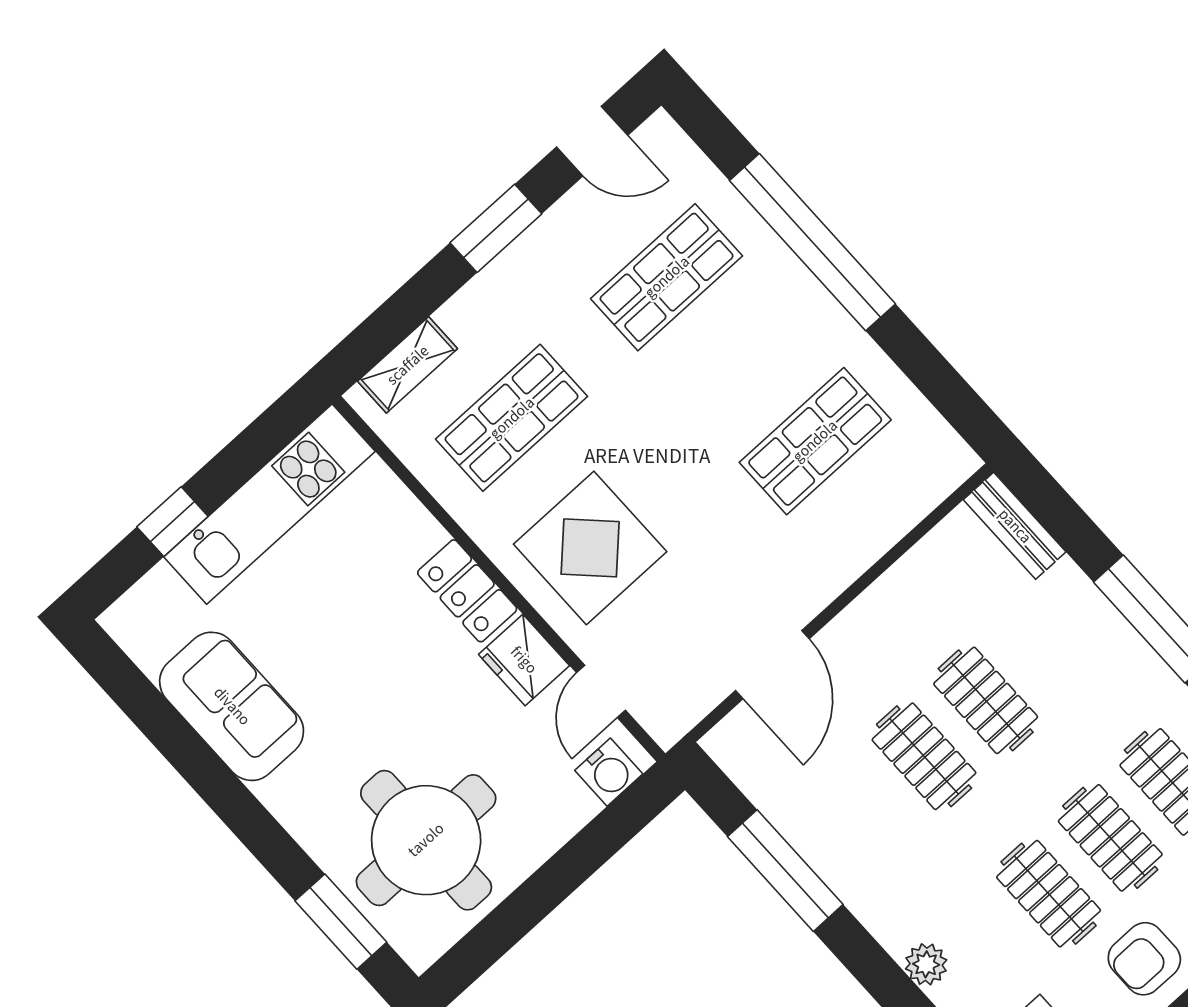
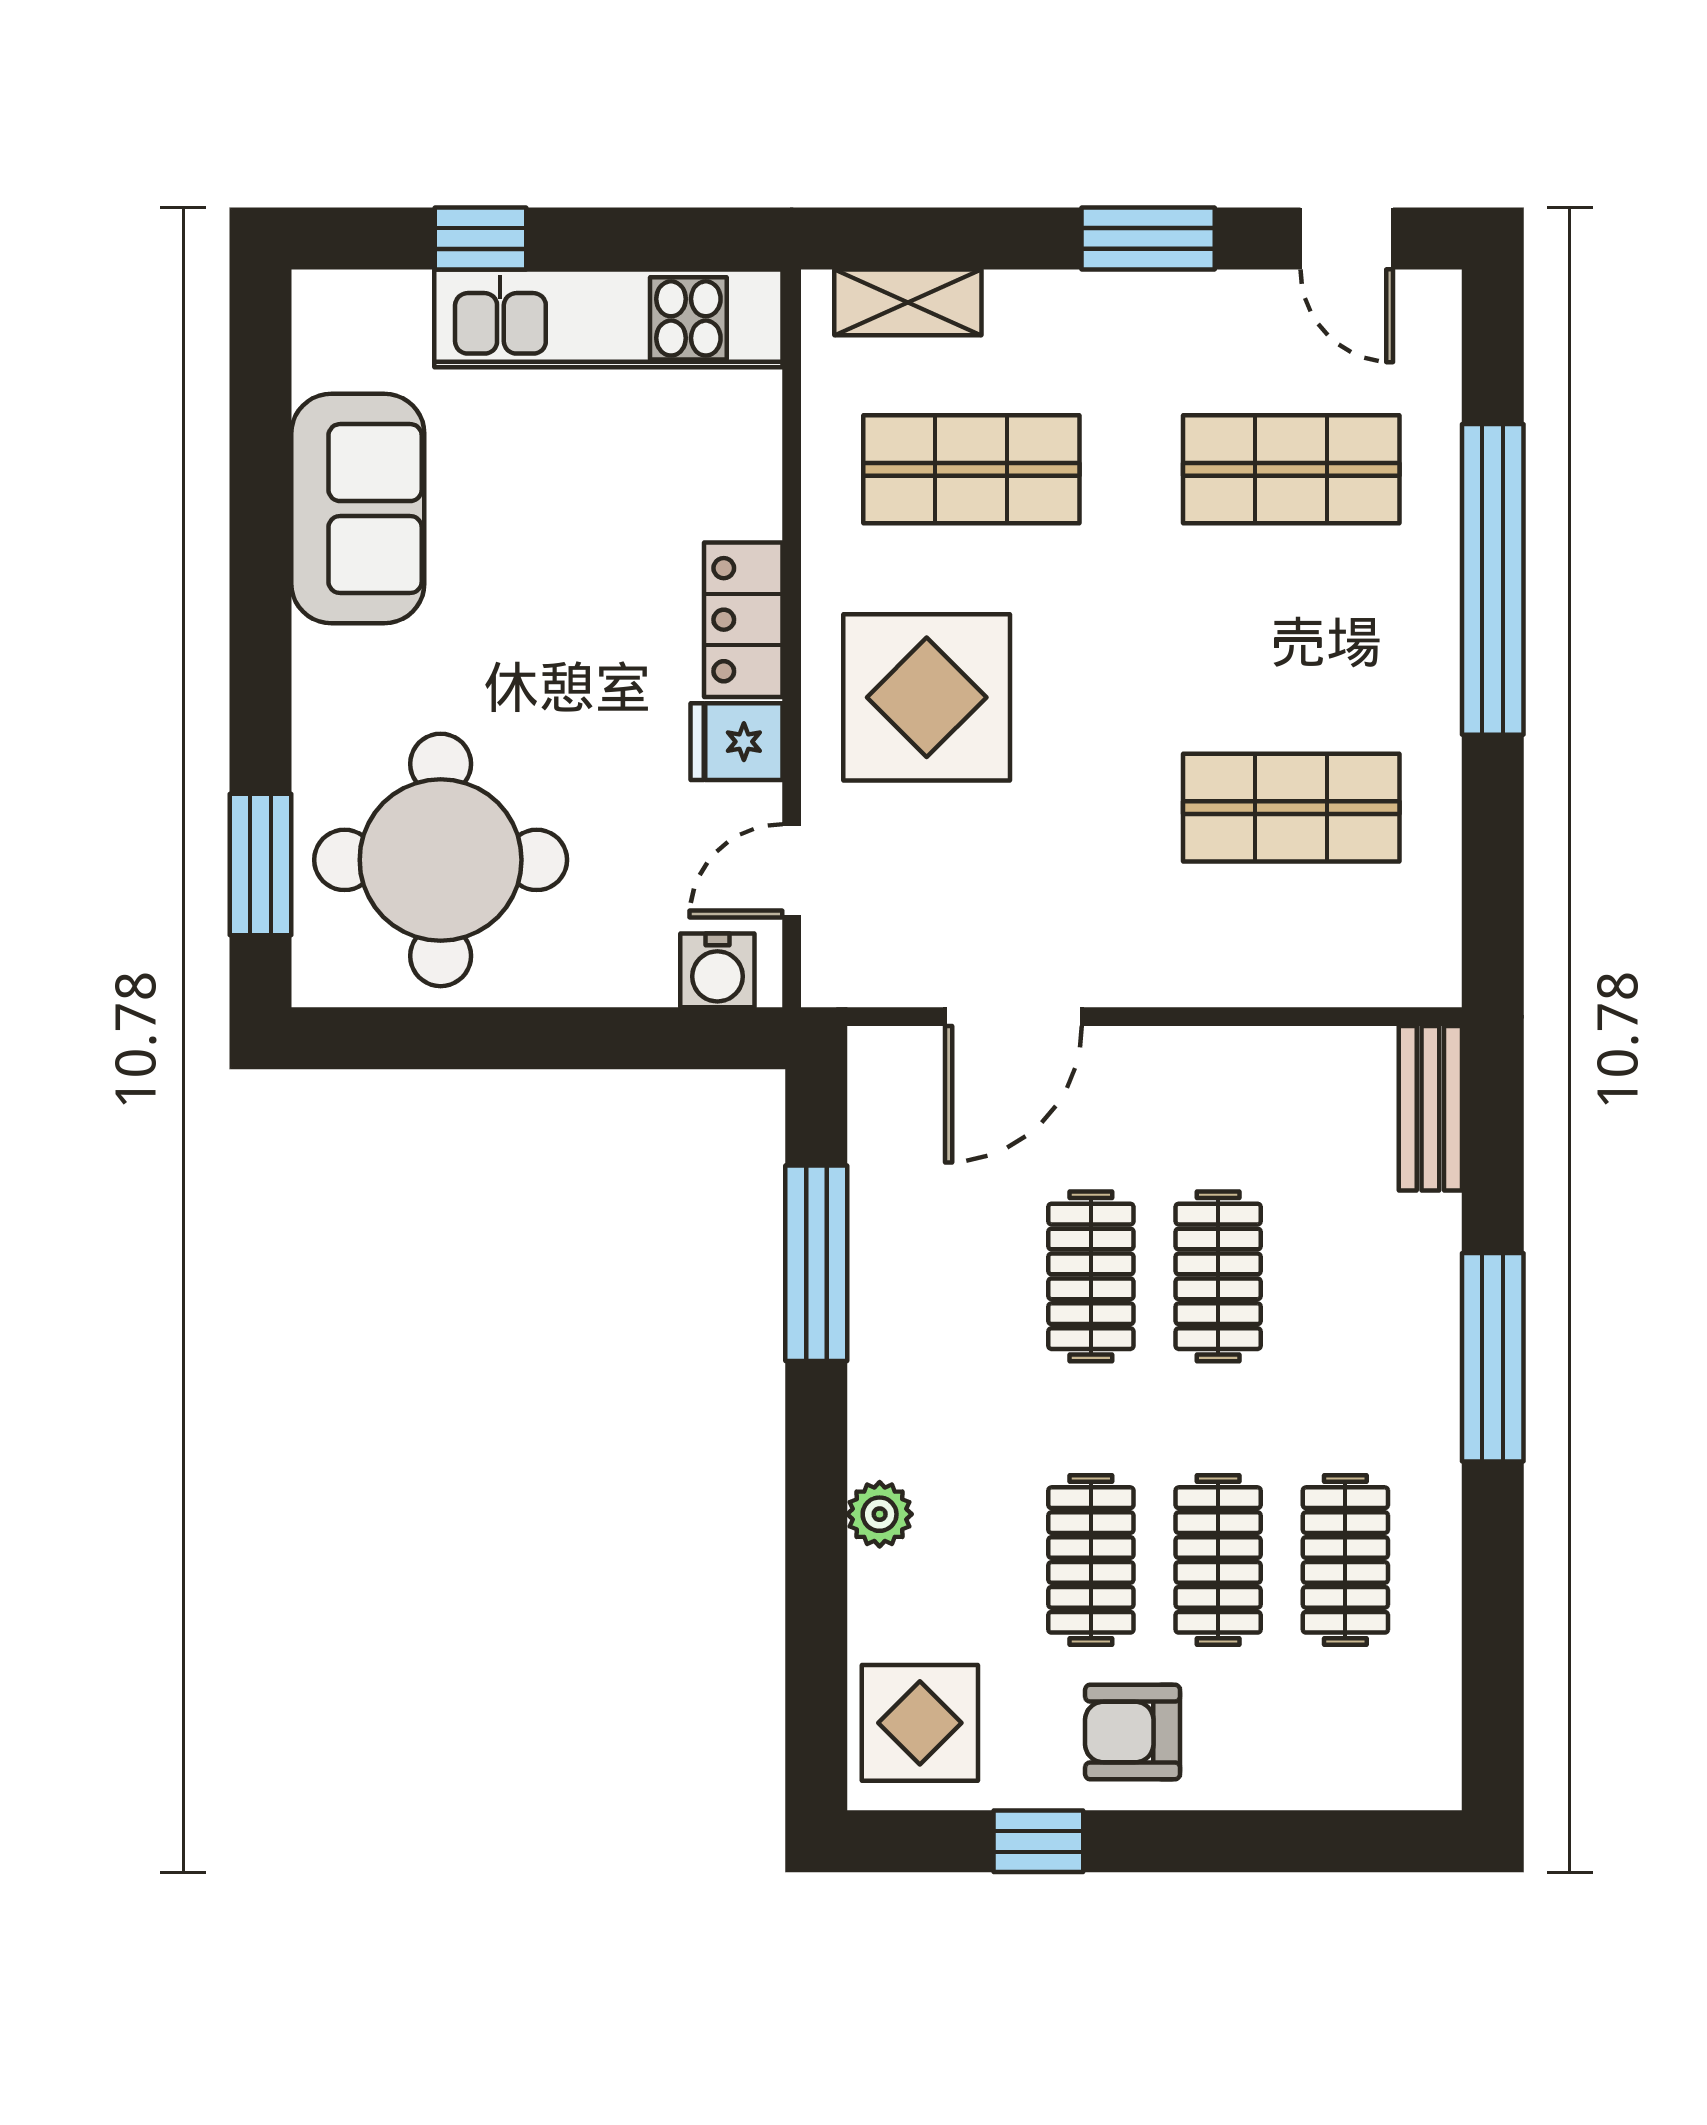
fridge: (524, 660) -> (737, 742), width x0.72

